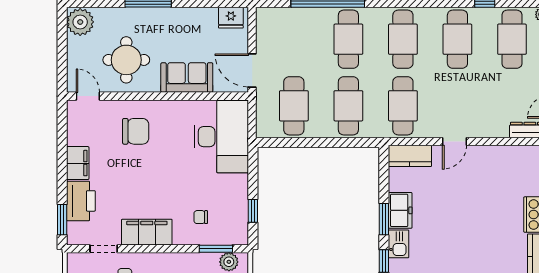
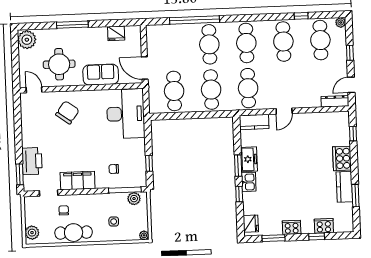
fridge: (231, 18) -> (116, 33), moved
chair: (136, 131) -> (67, 112), turned -54
filing cabinet: (78, 163) -> (29, 135), removed
window: (216, 249) -> (125, 190), width x1.44

